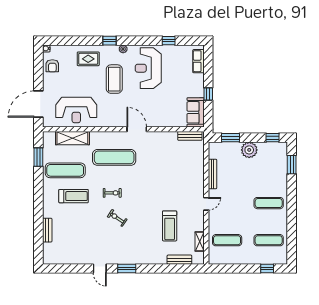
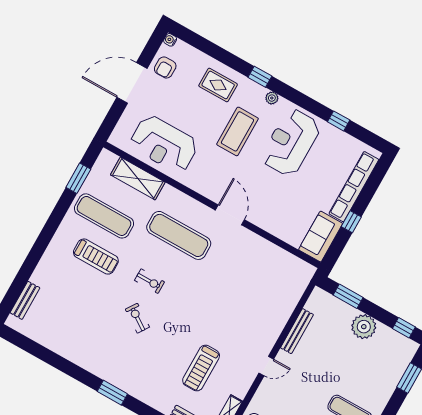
row of seats: (198, 61) -> (354, 187), width x2.02
door: (38, 104) -> (132, 83), moved
bench: (190, 136) -> (295, 264), removed
bench: (47, 230) -> (25, 300), moved
door: (100, 268) -> (76, 372), removed

